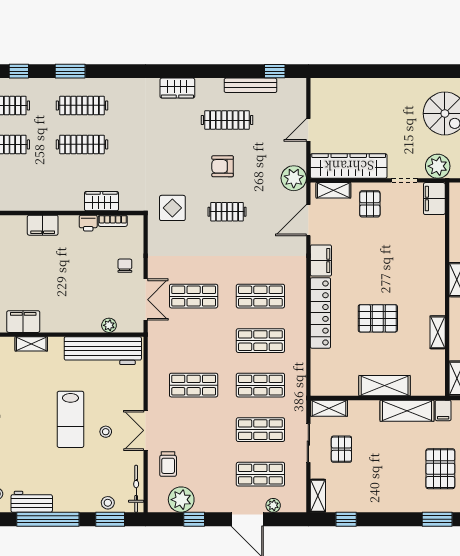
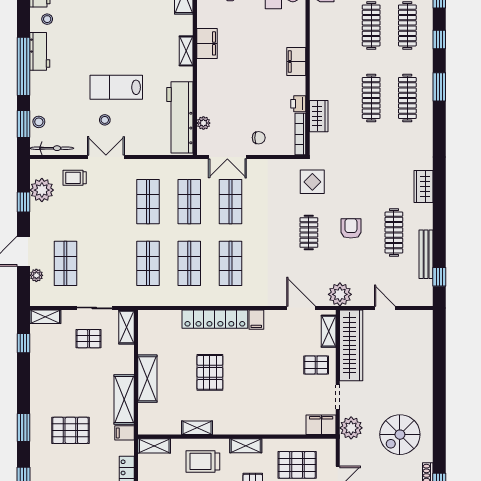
bookcase: (113, 221) -> (300, 134), width x1.56
filing cabinet: (321, 260) -> (256, 320), width x0.50
shop shelf: (260, 430) -> (189, 202), moved

